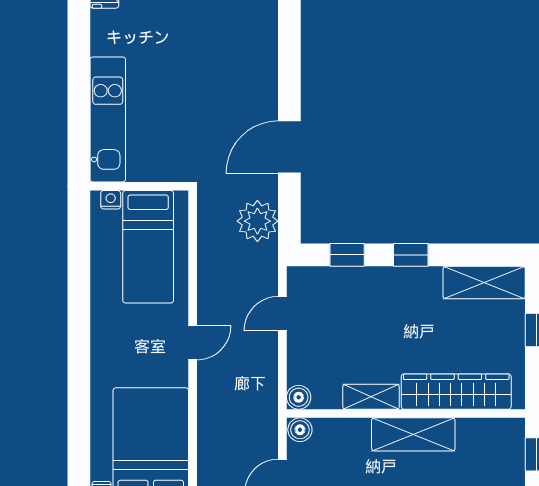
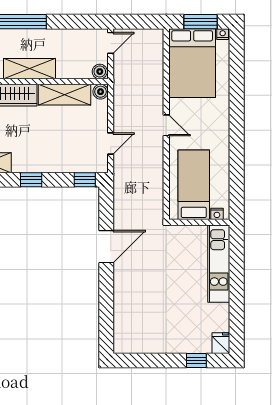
plant: (257, 221) -> (126, 201), removed
window: (347, 255) -> (85, 180), moved
door: (193, 343) -> (166, 125), swing flipped
shelving: (371, 397) -> (64, 95), width x1.50, depth x1.33

